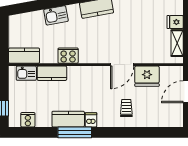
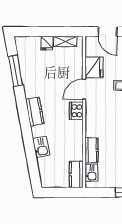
cooker: (68, 56) -> (76, 111), moved
door: (122, 65) -> (84, 89), swing flipped

